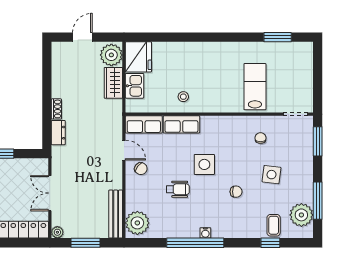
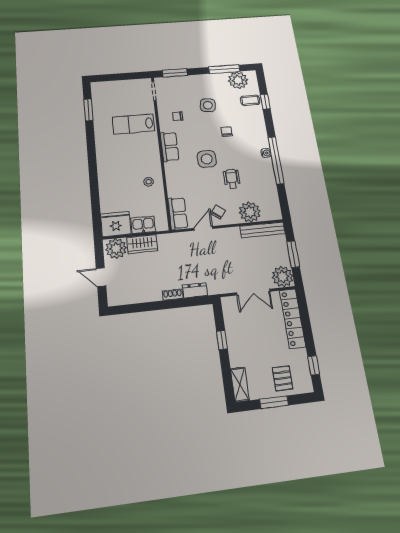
row of seats: (181, 124) -> (170, 147), moved
plant: (137, 223) -> (250, 212), moved
plant: (57, 232) -> (283, 277), width x1.88, depth x1.88

